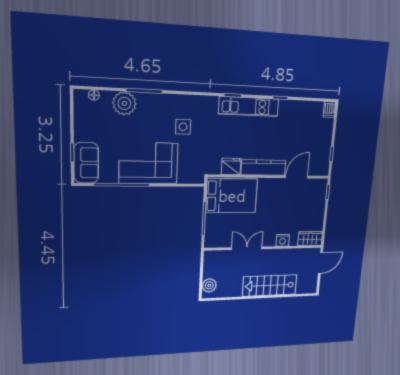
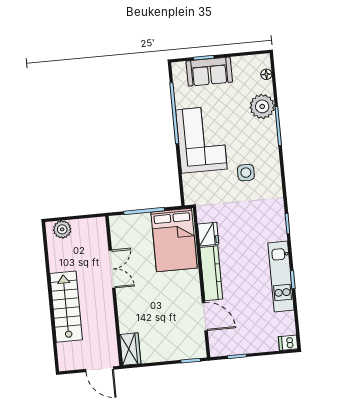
kitchen unit: (249, 107) -> (281, 277), moved
sofa: (86, 163) -> (209, 72), moved
nightstand: (283, 240) -> (125, 313), removed

